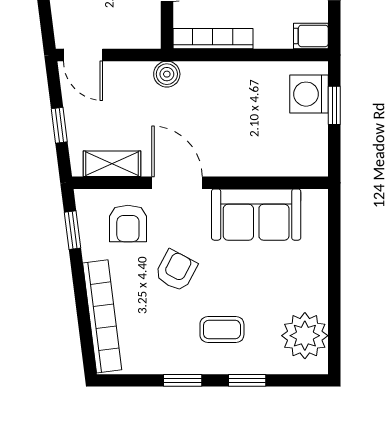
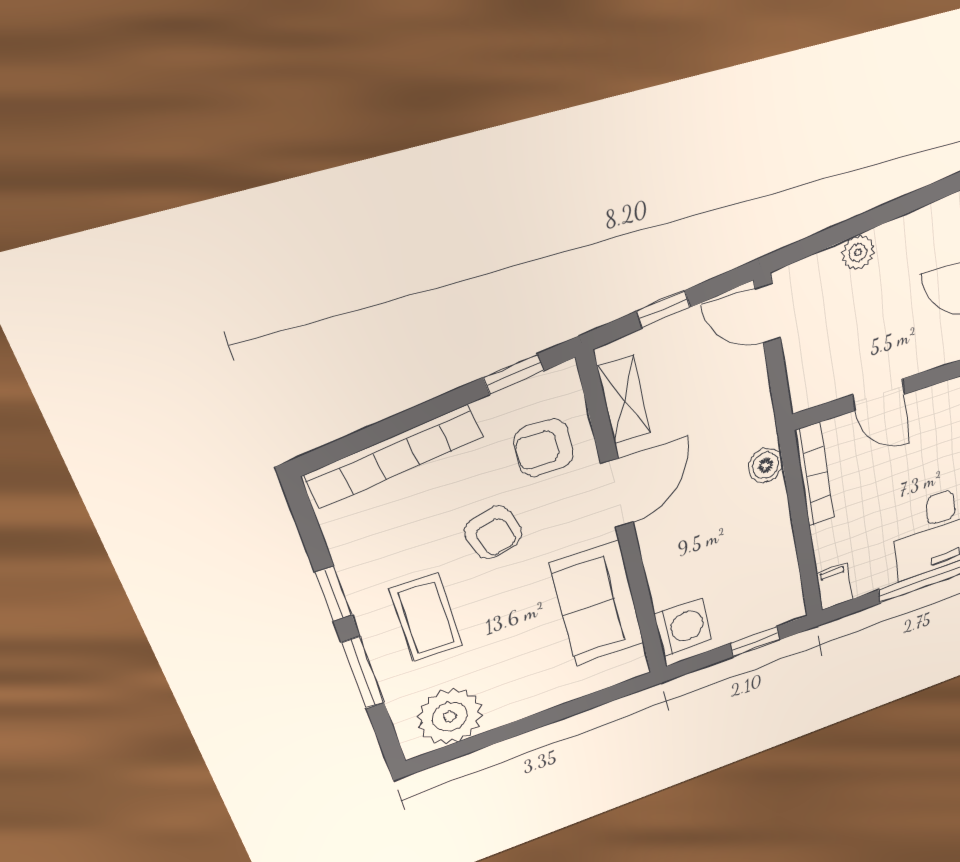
door: (83, 55) -> (768, 313), hinge flipped
boiler: (167, 74) -> (766, 465), moved
washing machine: (309, 94) -> (683, 627), moved, turned 90
armchair: (176, 271) -> (493, 532), turned 47
coffee table: (222, 330) -> (426, 618), width x1.36, depth x1.30
window: (247, 380) -> (363, 673), width x1.50

